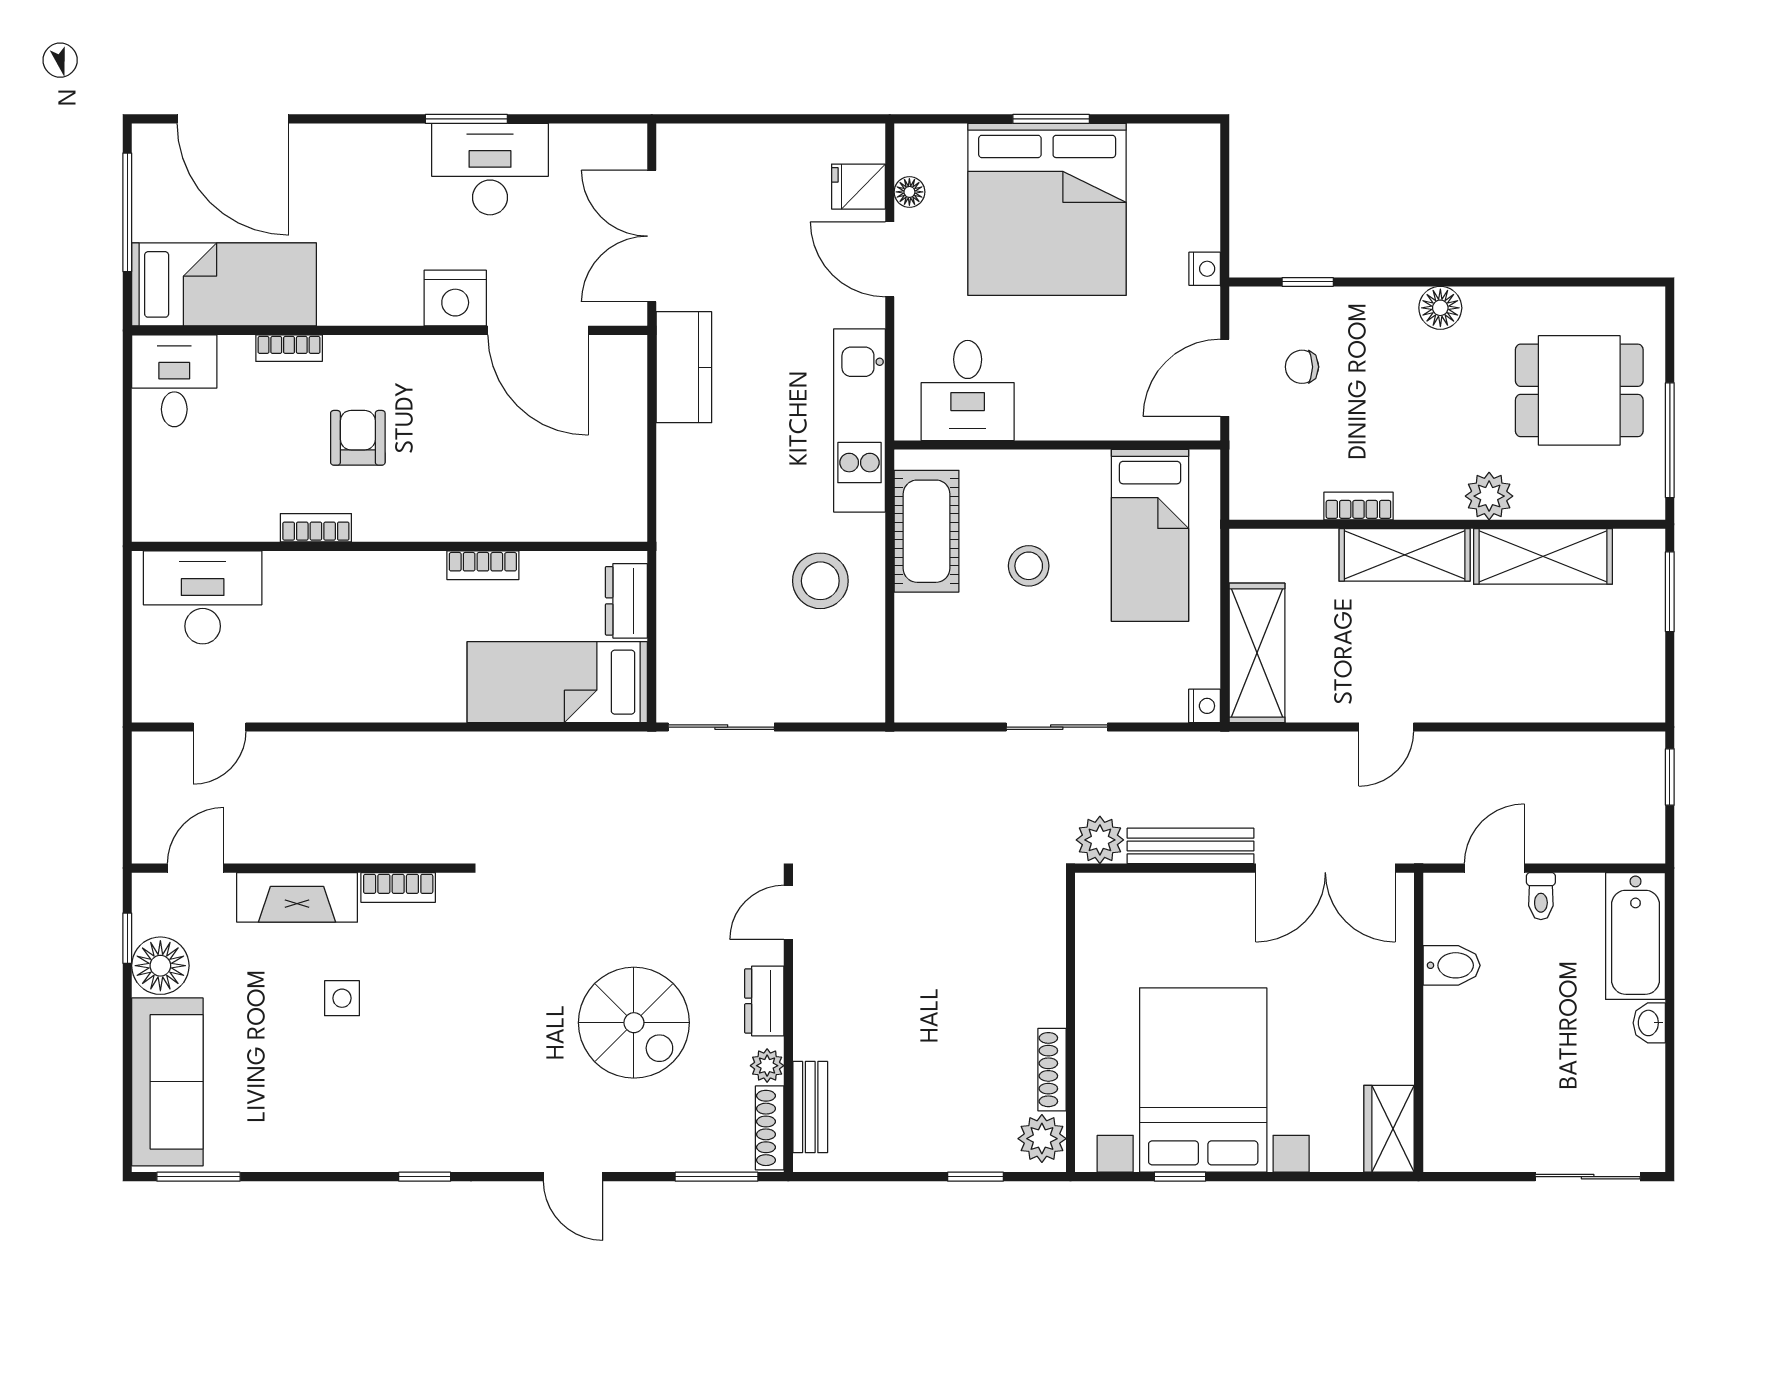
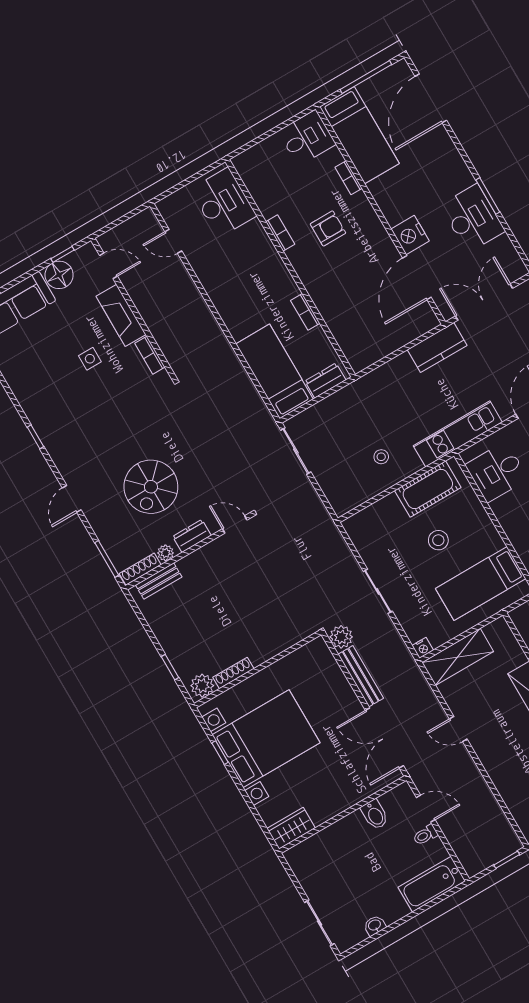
stool: (820, 581) -> (381, 457), width x0.53, depth x0.53
washbasin: (1649, 1023) -> (375, 925), moved

